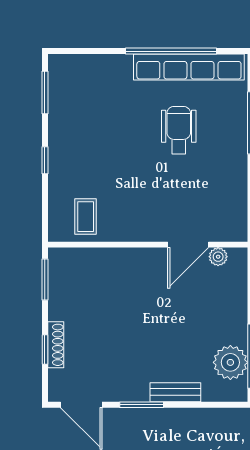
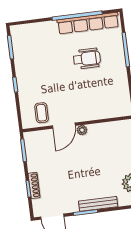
wheelchair: (179, 130) -> (87, 59), turned 90
door: (188, 245) -> (64, 126), moved
plant: (218, 257) -> (82, 130), moved
bench: (175, 392) -> (98, 204), width x1.36

